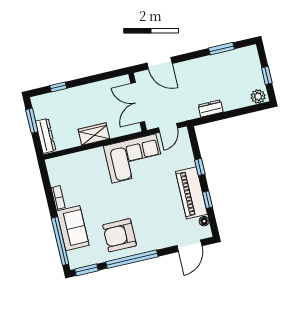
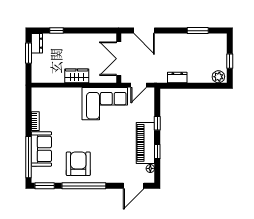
dresser: (46, 136) -> (37, 43), moved, width x0.70
armchair: (120, 235) -> (78, 164), turned 90

